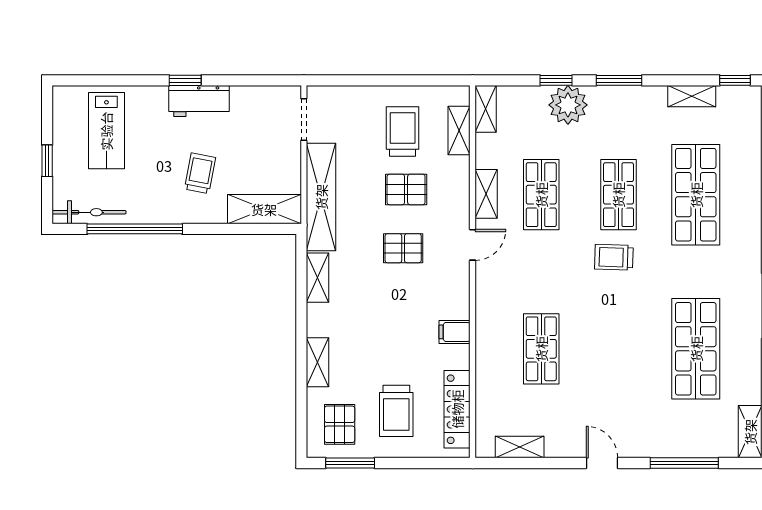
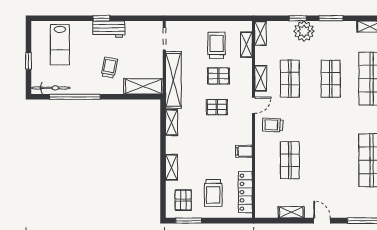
trolley: (614, 257) -> (273, 125), moved
shelving: (520, 447) -> (291, 212), moved

